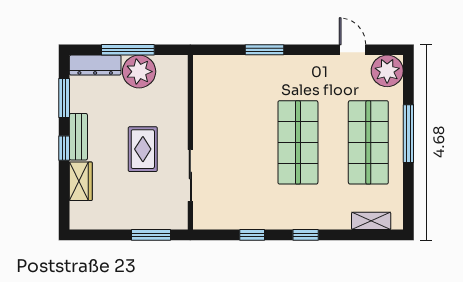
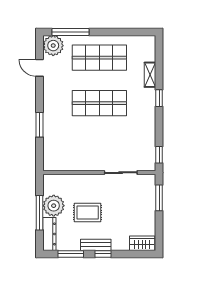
door: (353, 50) -> (40, 68), hinge flipped
window: (408, 134) -> (70, 32), moved
rug: (143, 149) -> (88, 212), moved
wardrobe: (81, 181) -> (142, 243), moved
shelving: (371, 221) -> (150, 75), moved
window: (252, 235) -> (159, 155), moved

